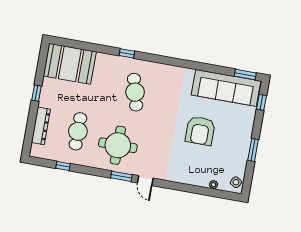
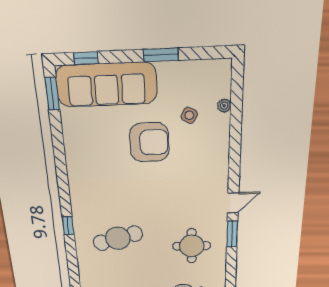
window: (127, 53) -> (68, 226), moved
sofa: (226, 88) -> (106, 85), moved, turned 90
round table: (118, 145) -> (192, 246), width x0.73, depth x0.73
side table: (236, 182) -> (189, 115), moved

